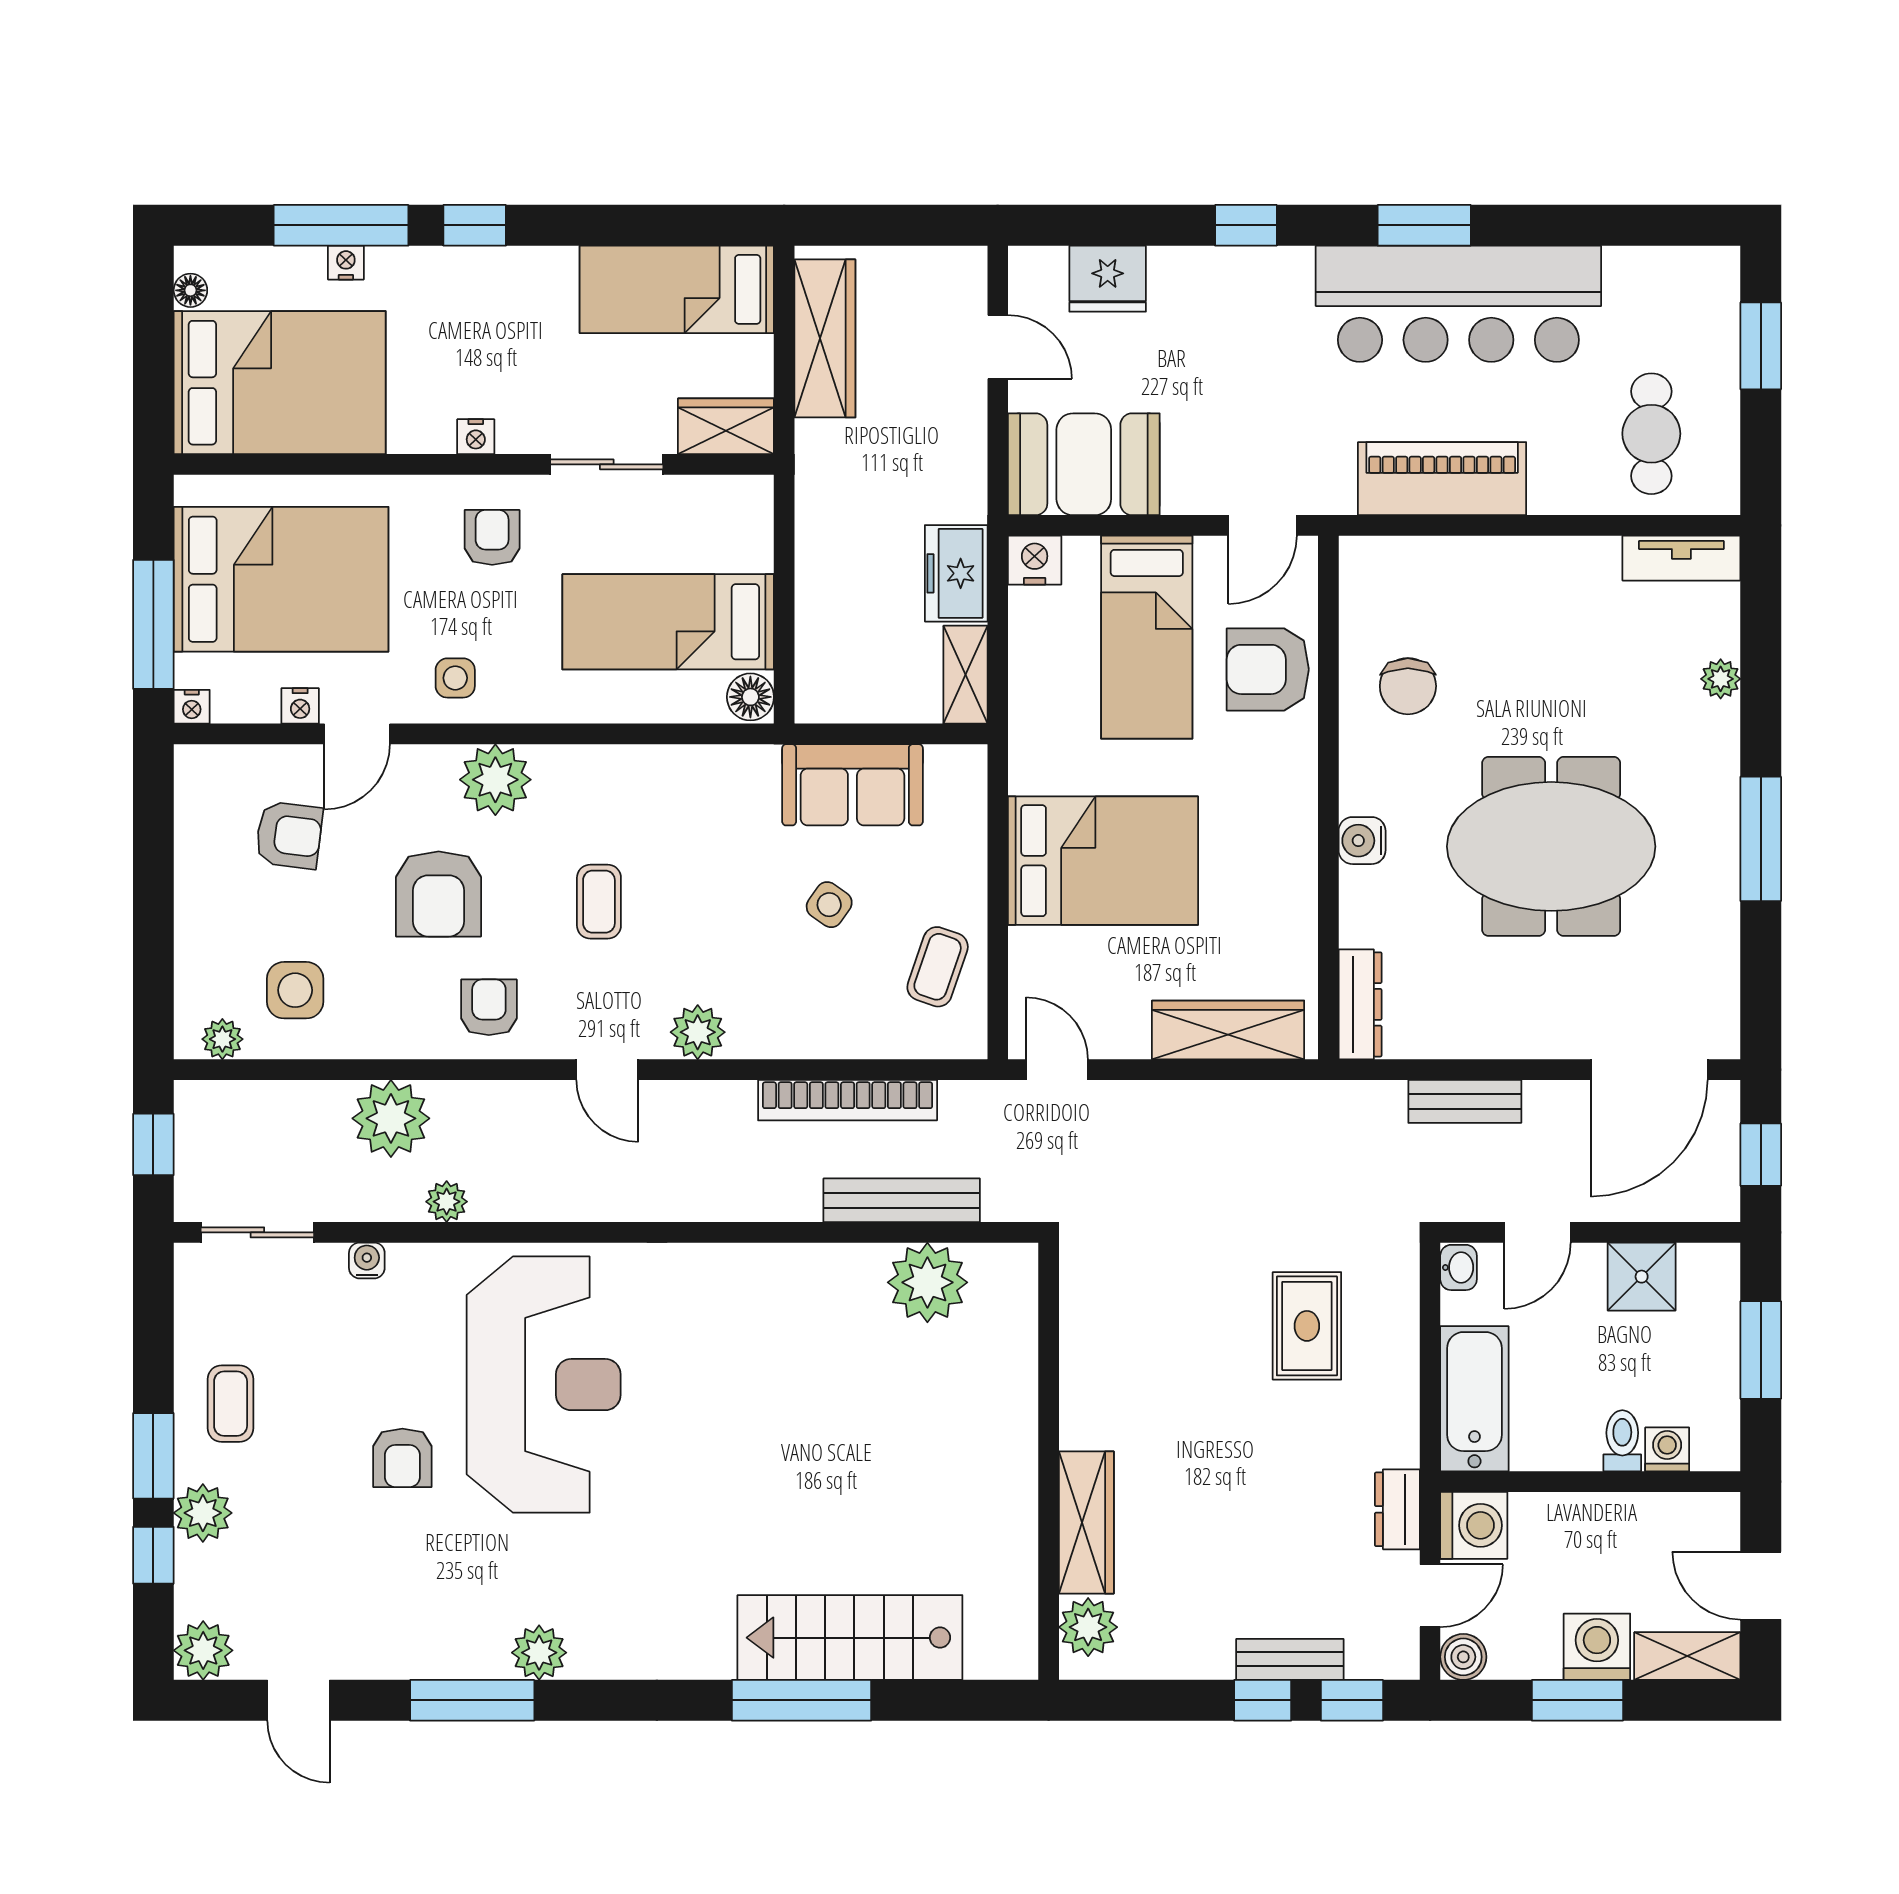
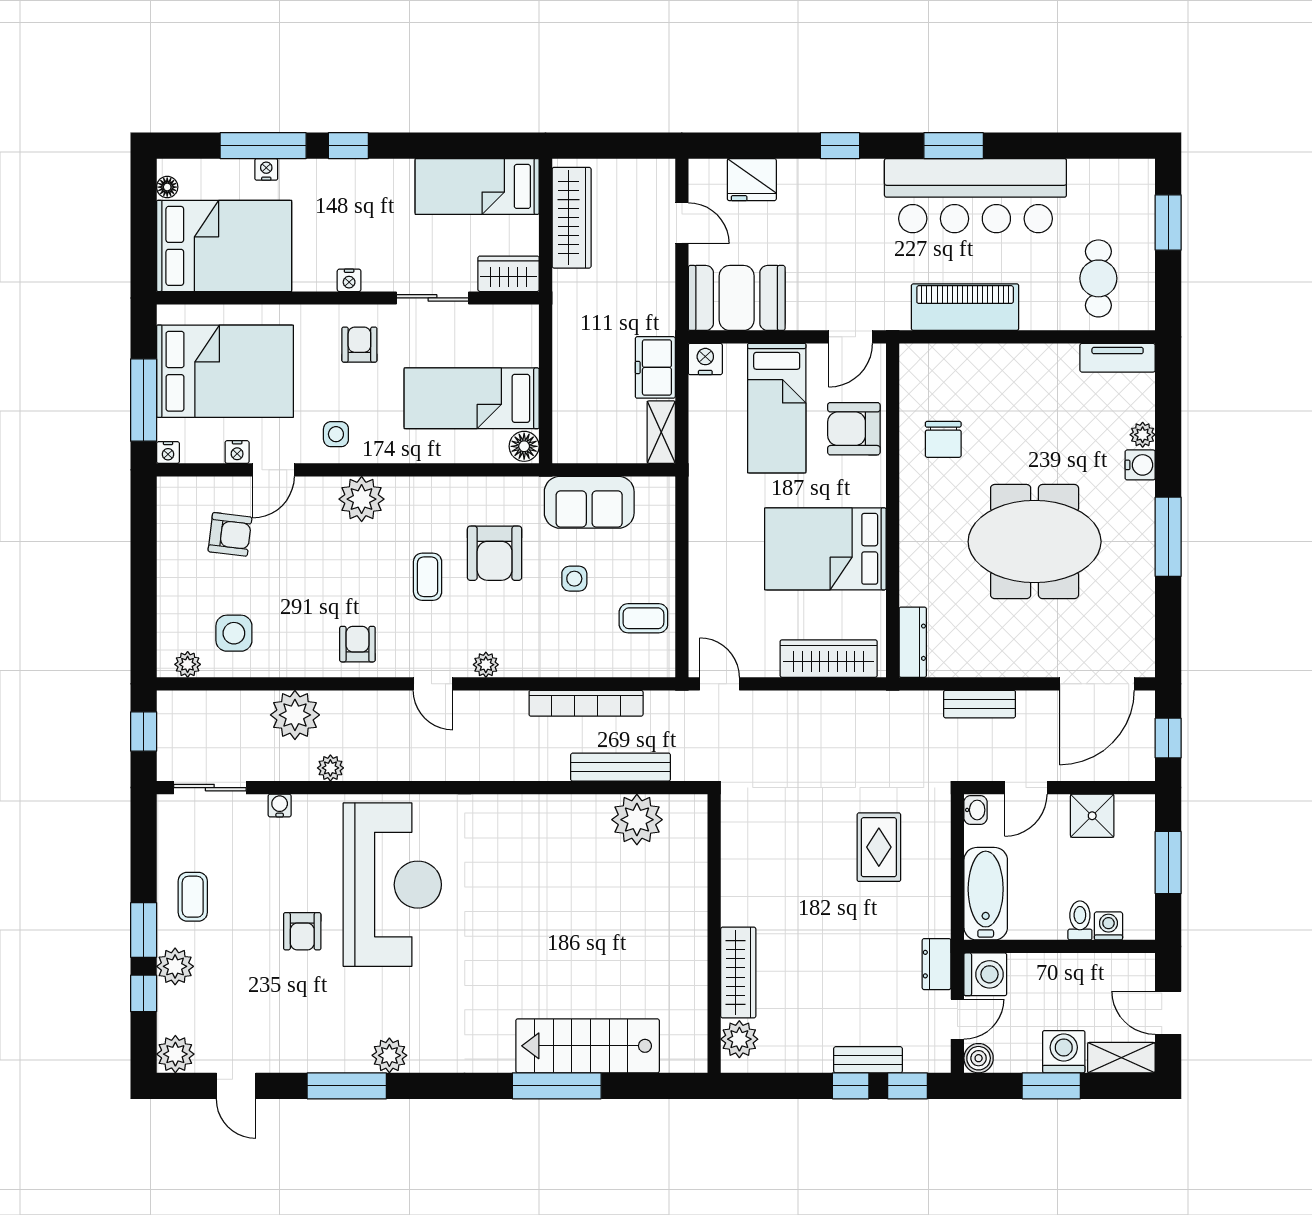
water cooler: (1362, 841) -> (1140, 465), moved, turned 180
bed: (1103, 861) -> (825, 549), moved, turned 180
armchair: (439, 894) -> (495, 553), moved
side table: (829, 905) -> (574, 579), turned -35
coffee table: (938, 967) -> (643, 618), turned 71
plant: (698, 1032) -> (486, 665), width x0.73, depth x0.73

